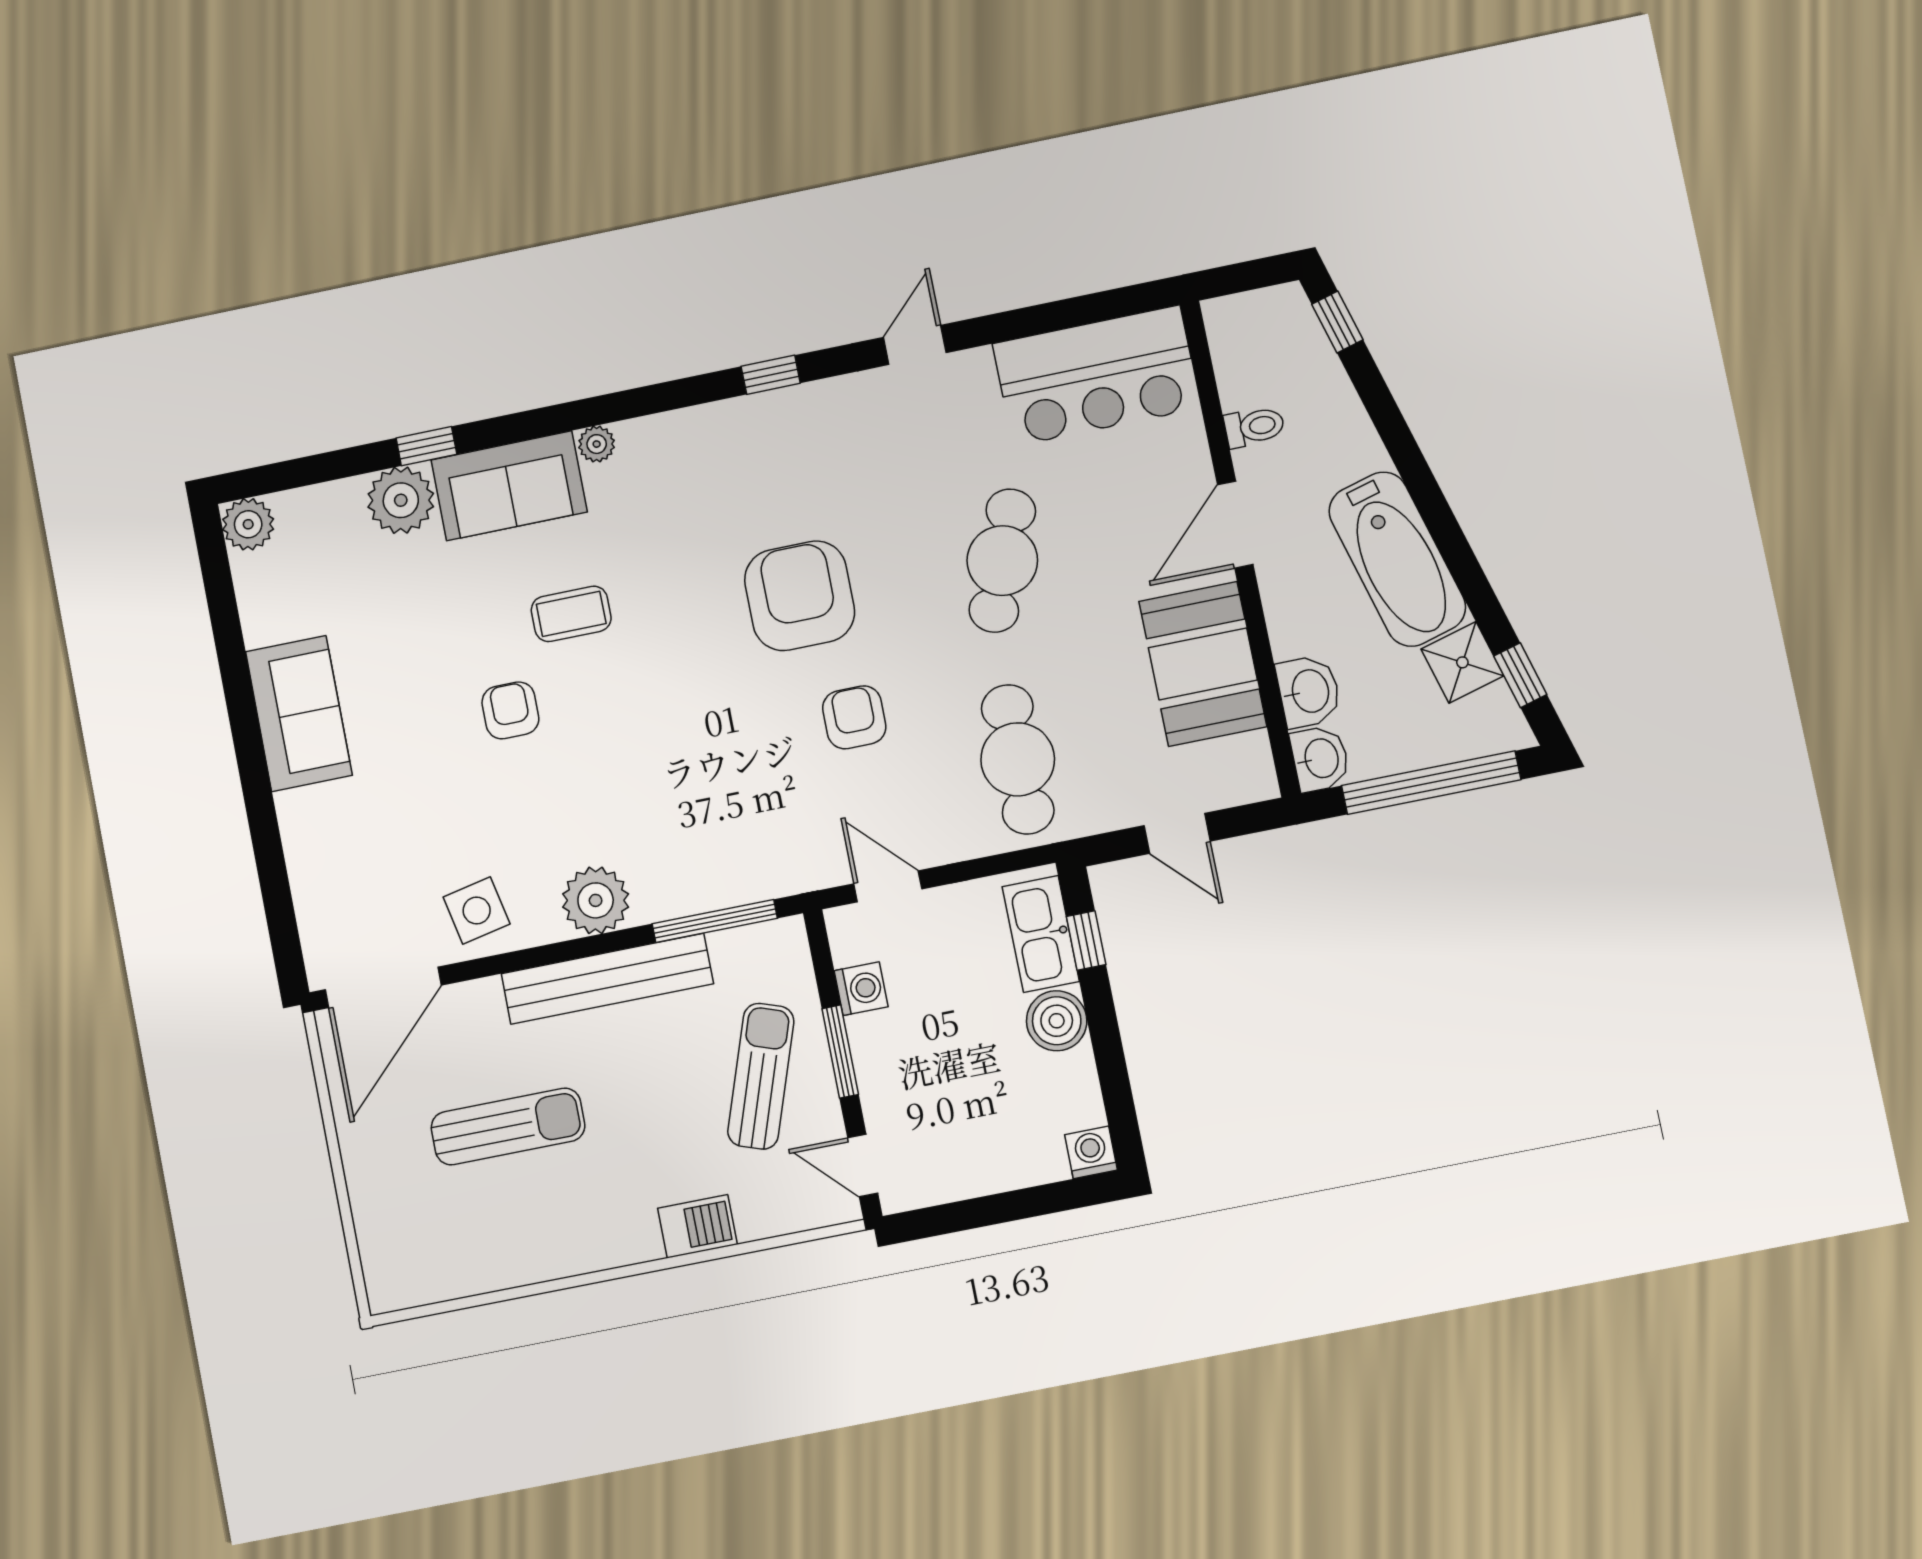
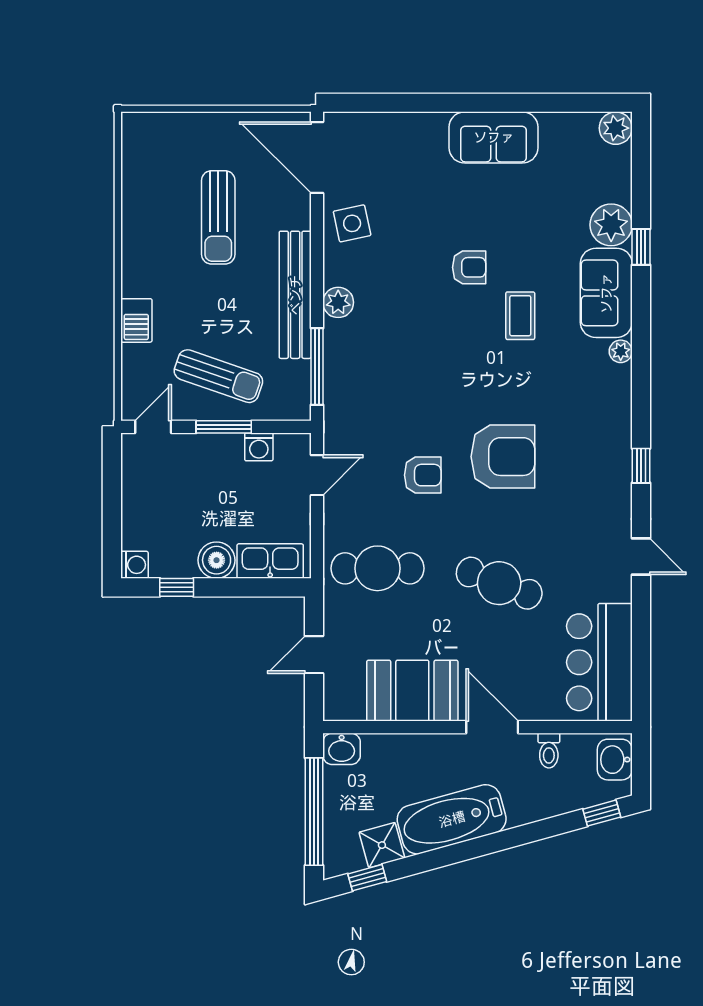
washbasin: (1309, 691) -> (615, 760), moved, turned 90
plant: (596, 900) -> (338, 302), width x0.73, depth x0.73
window: (1086, 940) -> (177, 587), moved

